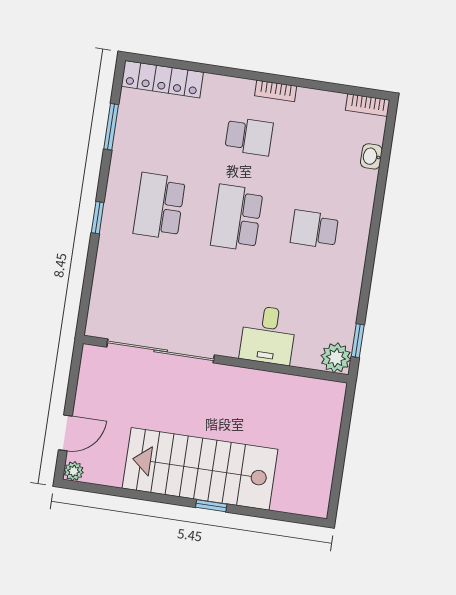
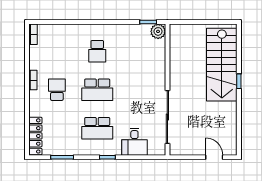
washbasin: (371, 156) -> (58, 29), removed
desk: (268, 335) -> (134, 142), moved, turned 90
stairs: (200, 469) -> (222, 65), moved
plant: (74, 471) -> (232, 151), removed

